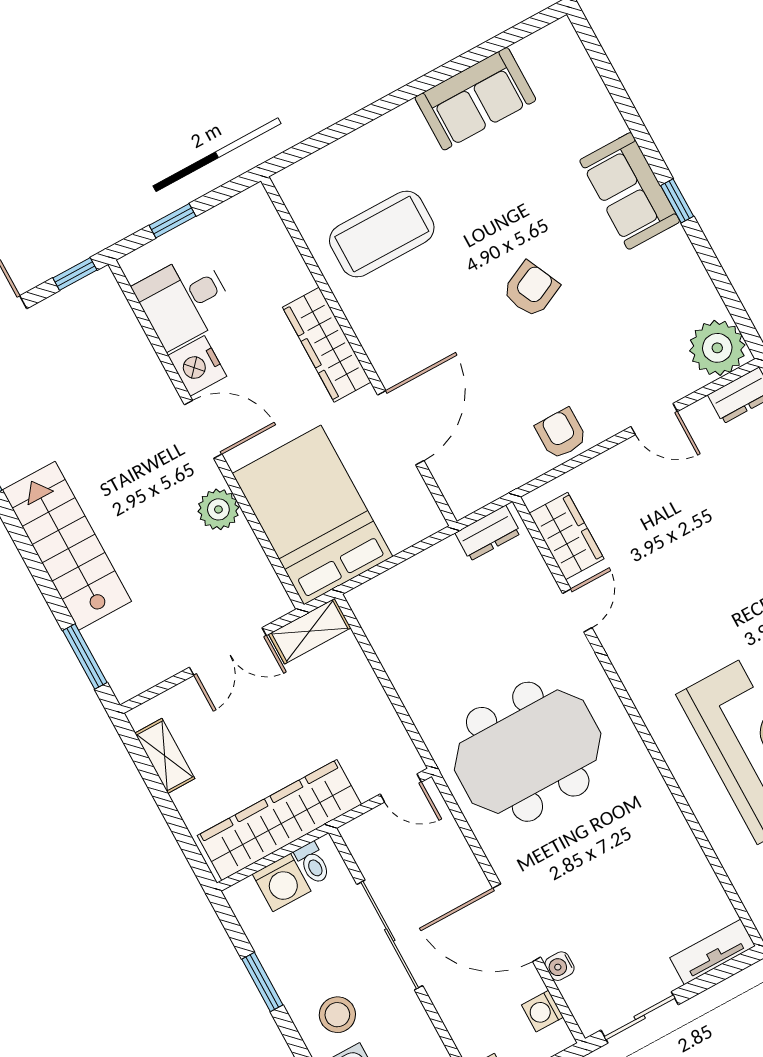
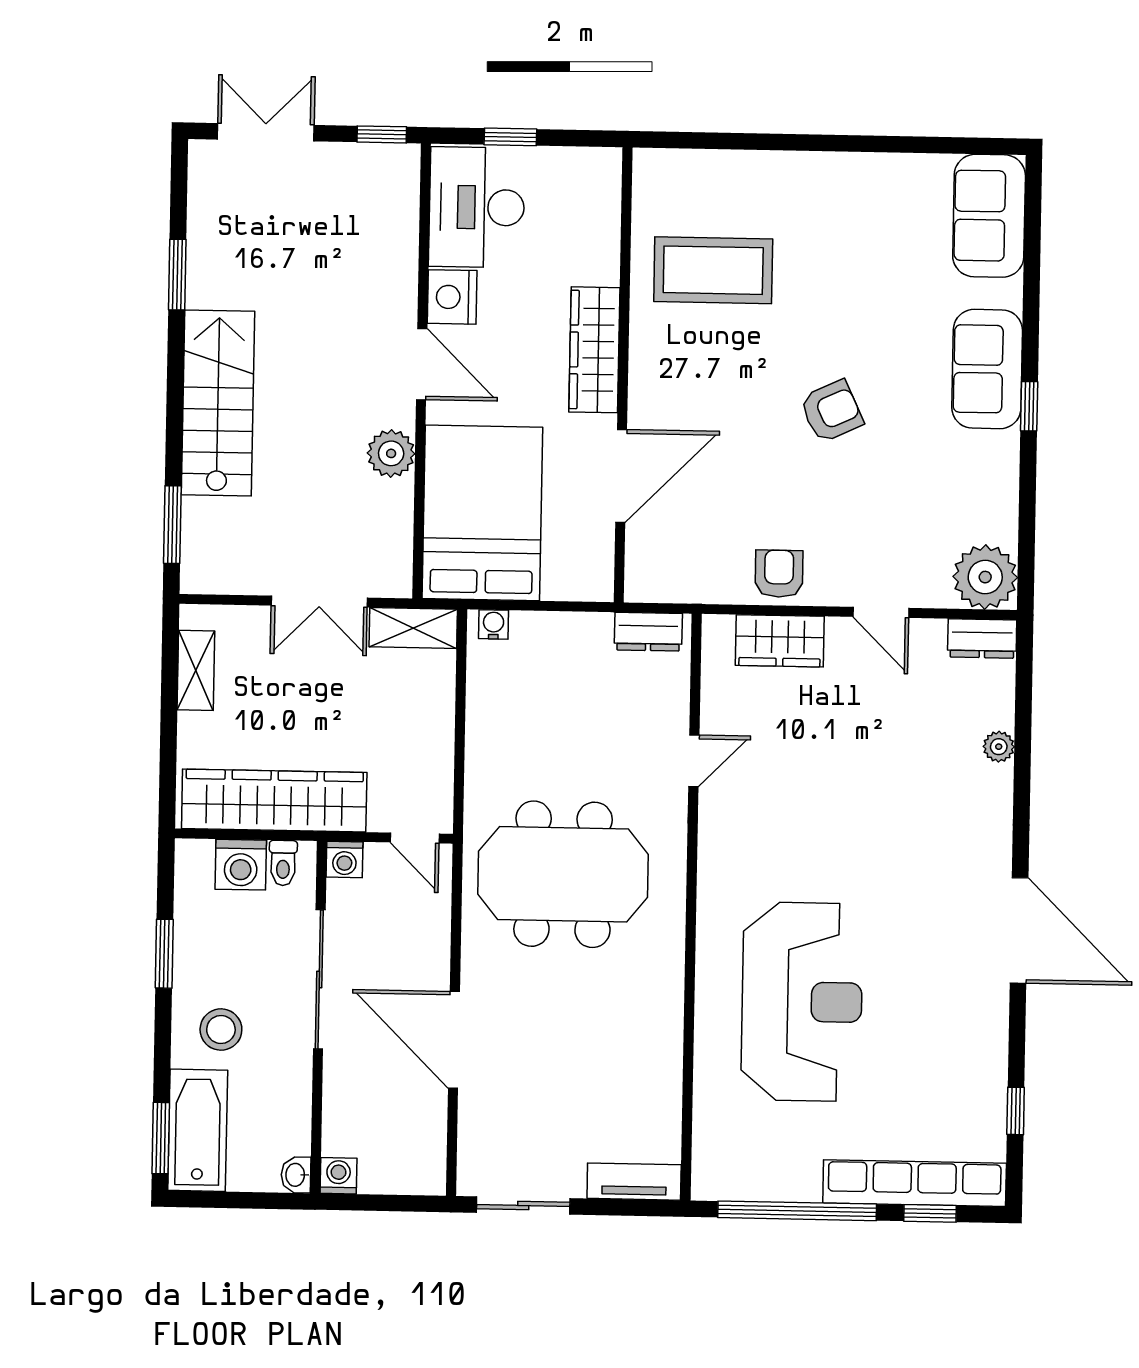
sofa: (475, 99) -> (989, 216), moved, turned 90
desk: (184, 300) -> (477, 207), width x1.37
wardrobe: (567, 536) -> (780, 641), moved, turned 90
water cooler: (560, 966) -> (493, 624), moved, turned 90
washing machine: (542, 1011) -> (344, 860), moved, turned -90

